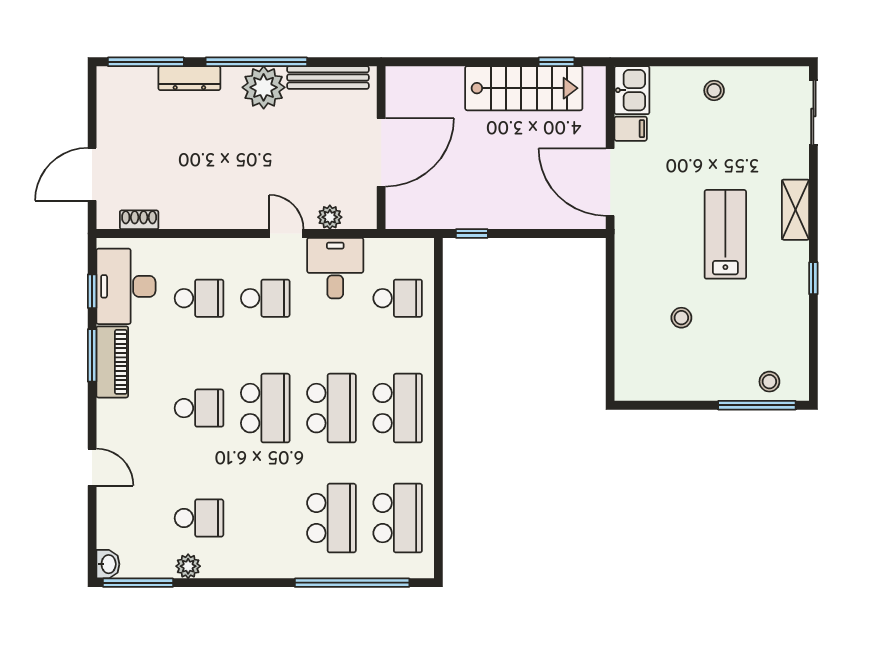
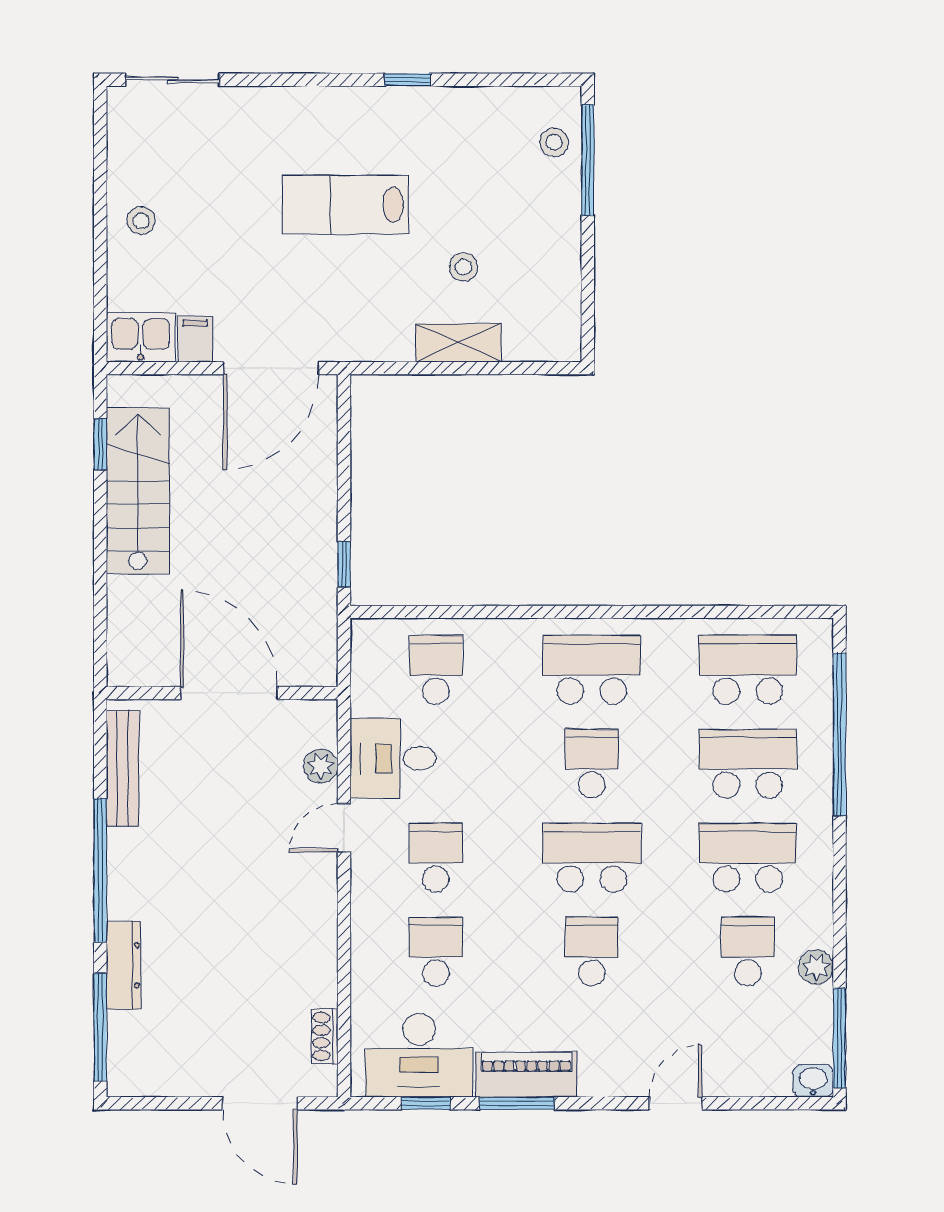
plant: (264, 87) -> (137, 860), removed
shelving: (796, 210) -> (458, 343), moved
school desk: (331, 408) -> (592, 764), width x0.54
school desk: (265, 518) -> (748, 858), added

